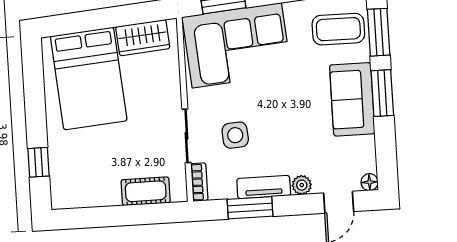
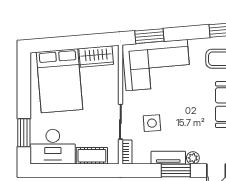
window: (39, 162) -> (24, 133), width x1.50
desk: (85, 181) -> (53, 147), added
window: (250, 208) -> (176, 171), moved

